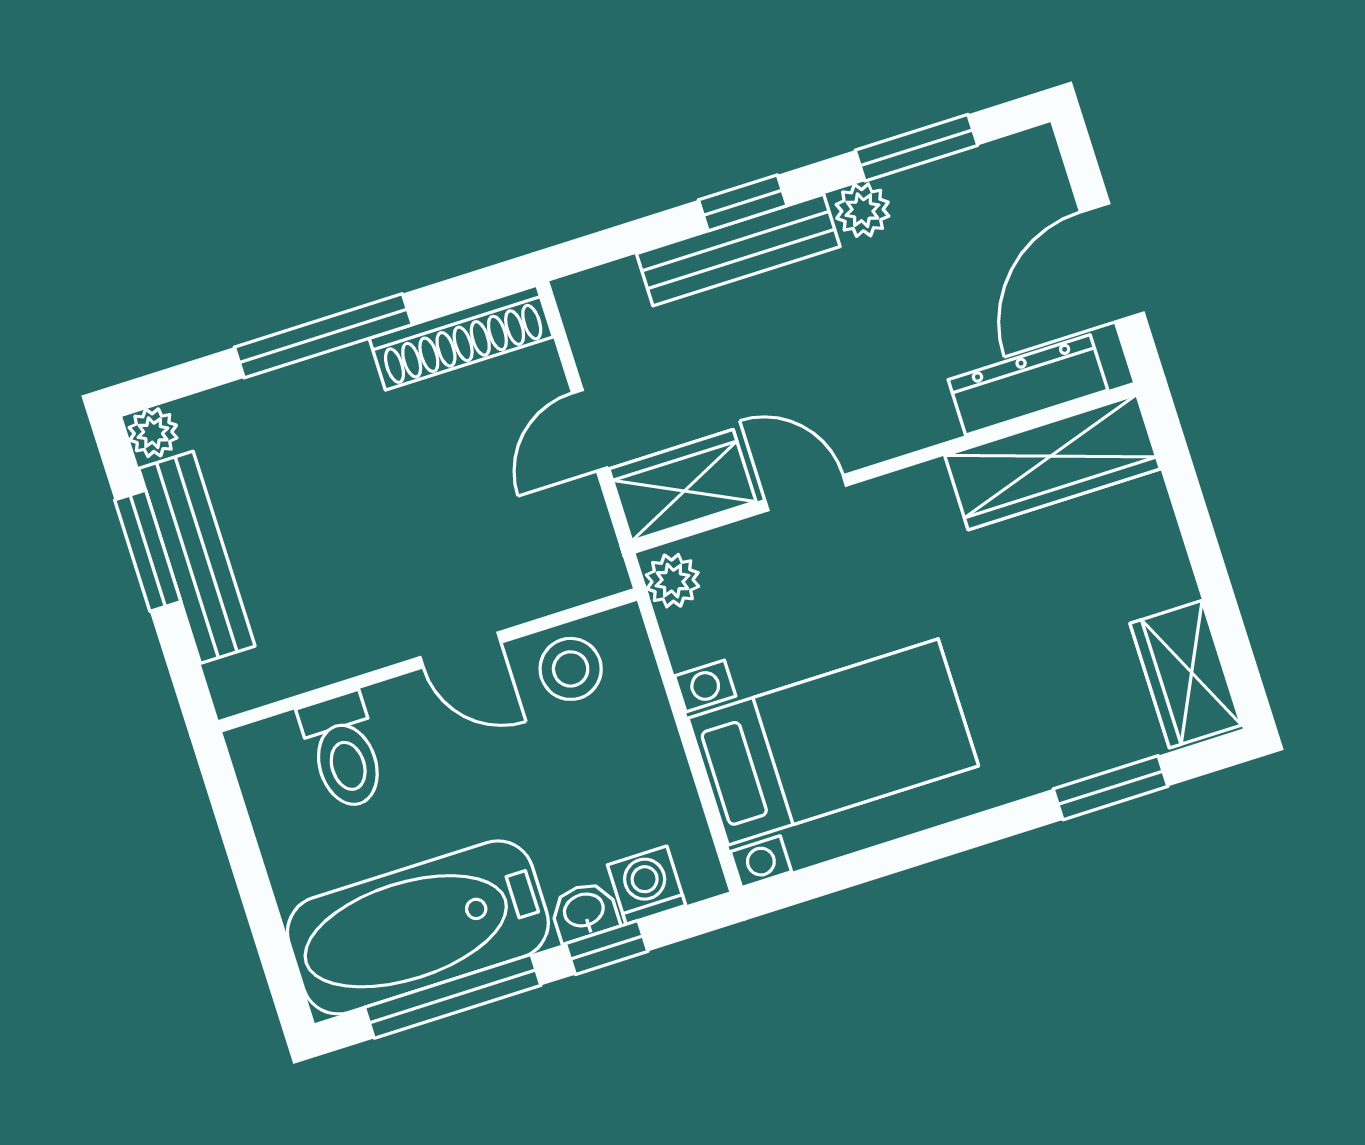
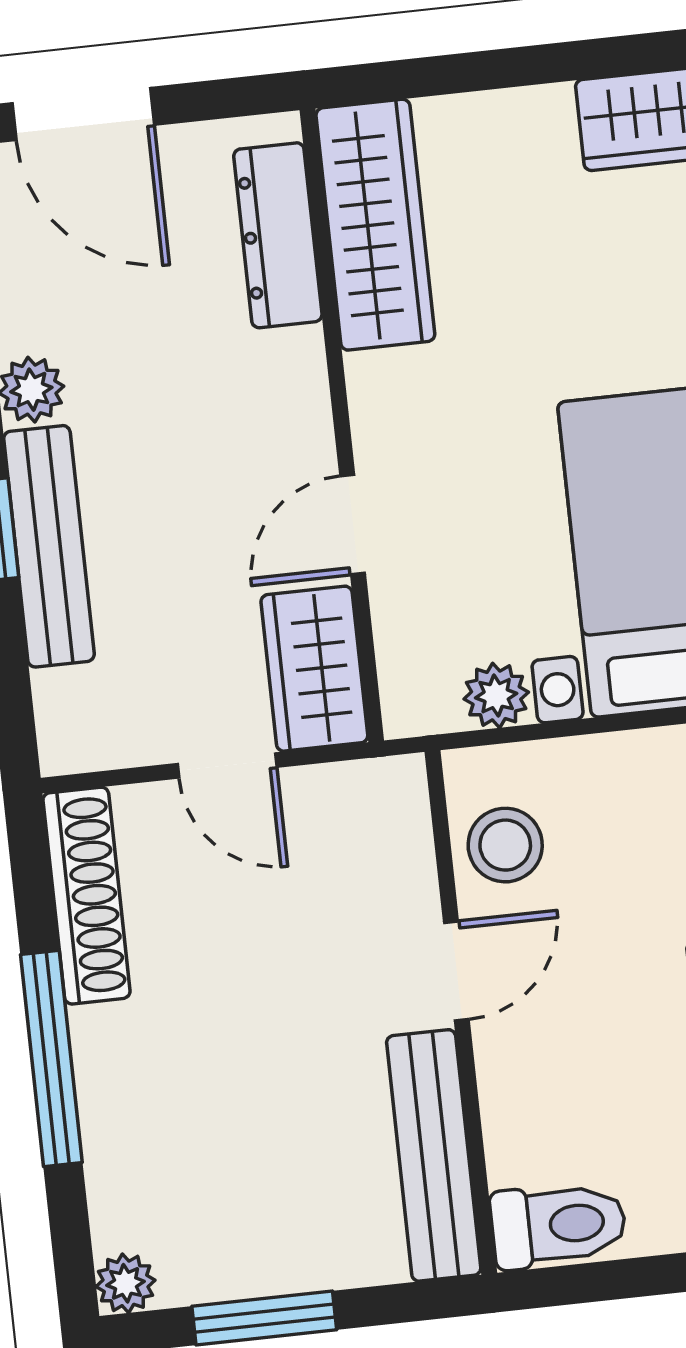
door: (1112, 262) -> (83, 114), moved
bench: (197, 557) -> (434, 1155), moved, turned 90
plant: (672, 581) -> (496, 696), moved
toilet: (344, 751) -> (558, 1225), moved

